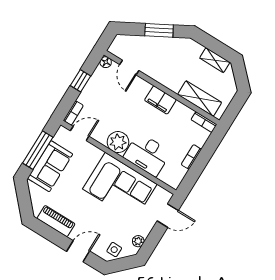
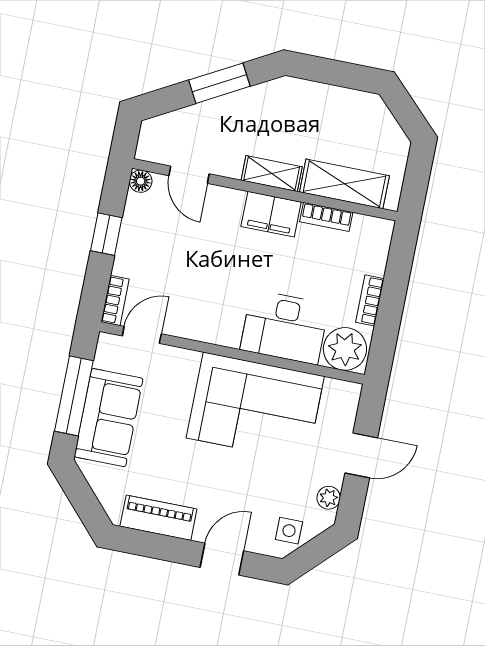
shelving: (215, 60) -> (272, 174), moved
bookcase: (204, 122) -> (326, 217), moved
plant: (118, 142) -> (345, 349), moved
door: (168, 216) -> (361, 455), moved

